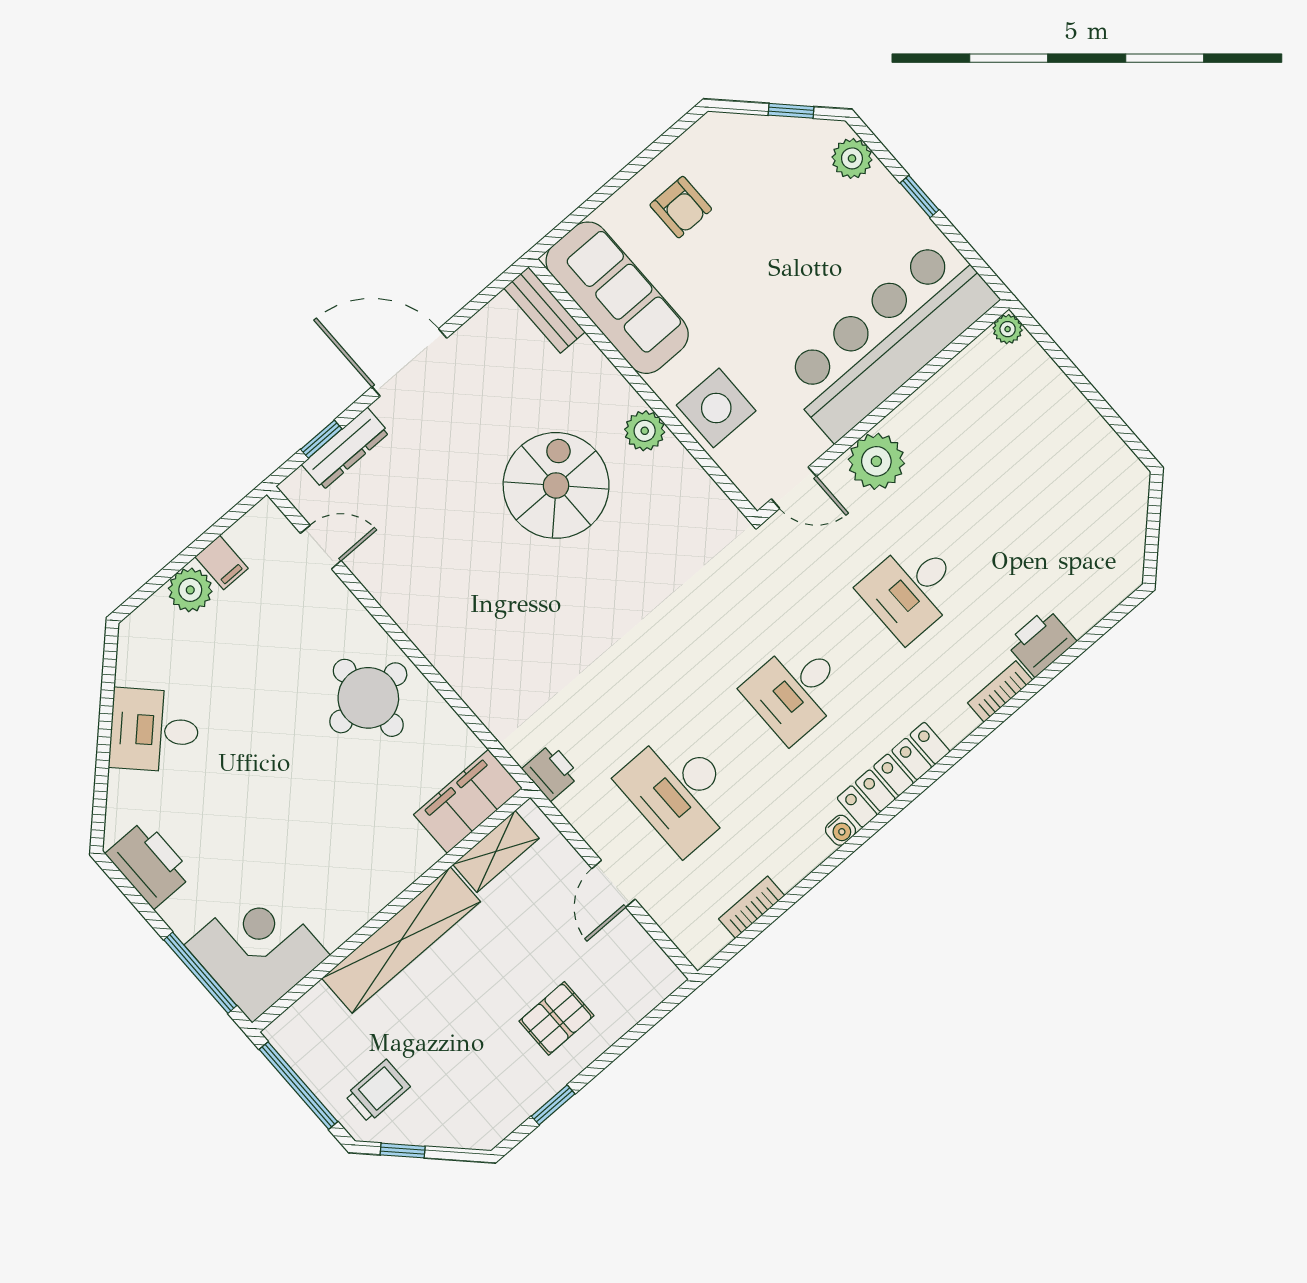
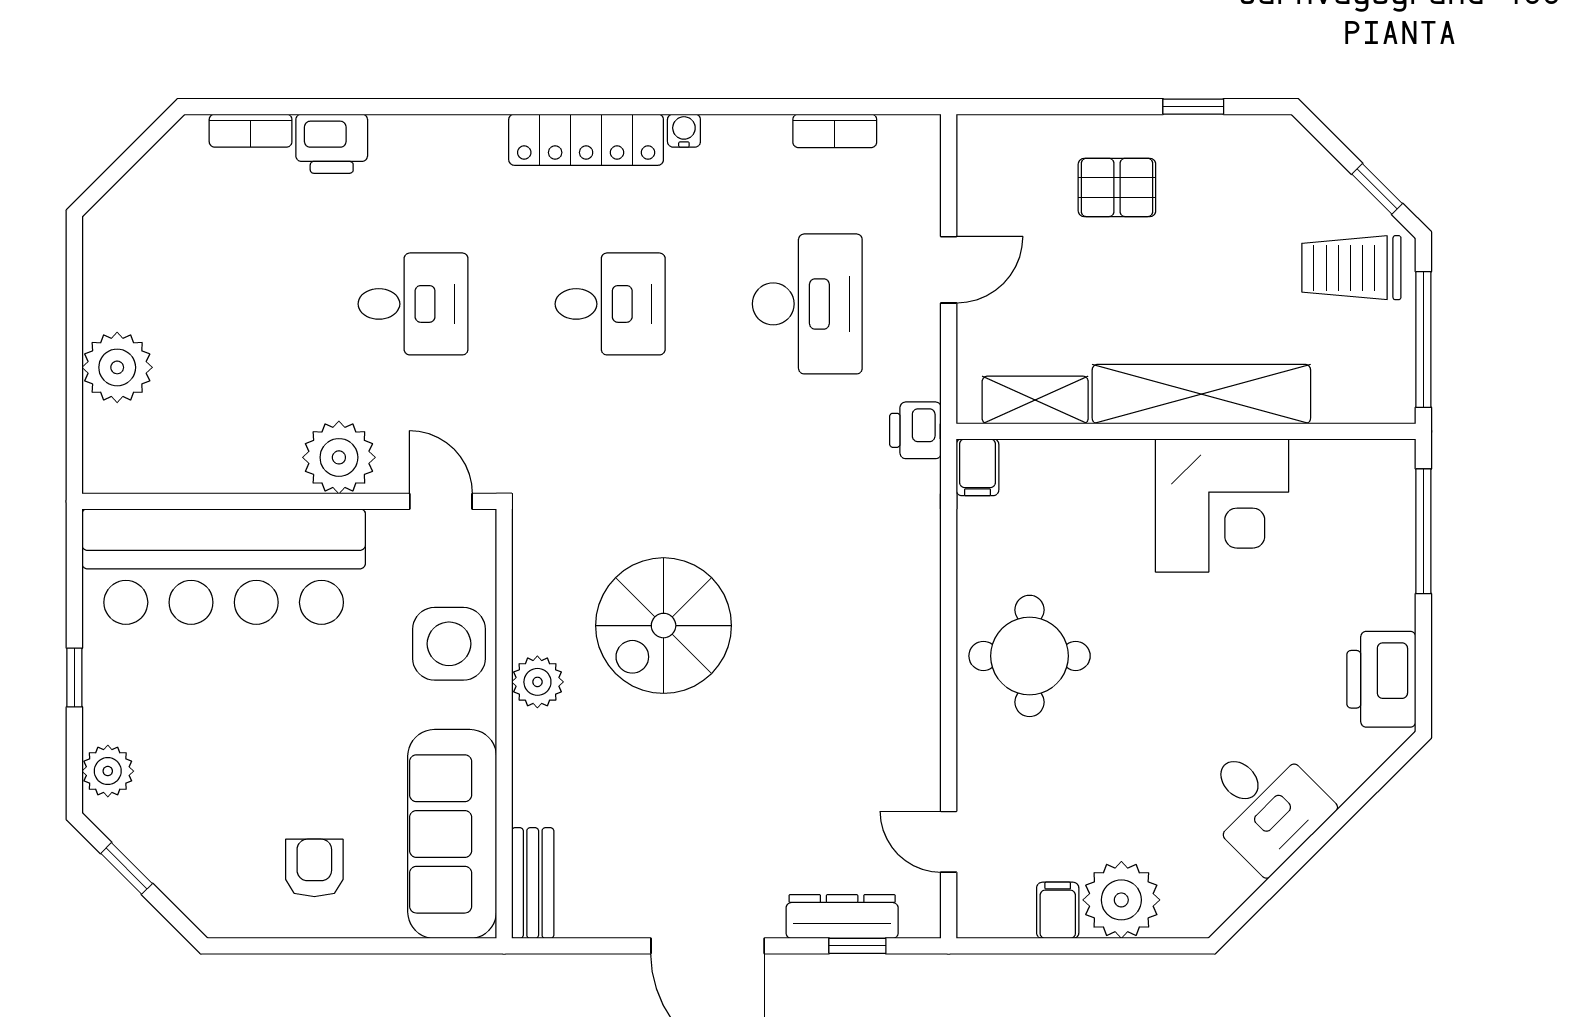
plant: (1008, 329) -> (117, 367), moved, width x1.87, depth x1.87
spiral stairs: (556, 485) -> (664, 626), moved
plant: (190, 590) -> (1121, 900), width x1.36, depth x1.36
bookcase: (1000, 692) -> (251, 131), moved
filing cabinet: (468, 801) -> (977, 467), width x0.33, depth x0.86
corner desk: (257, 950) -> (1222, 505), moved, turned -90
trolley: (378, 1091) -> (1351, 268), width x1.36, depth x1.39

